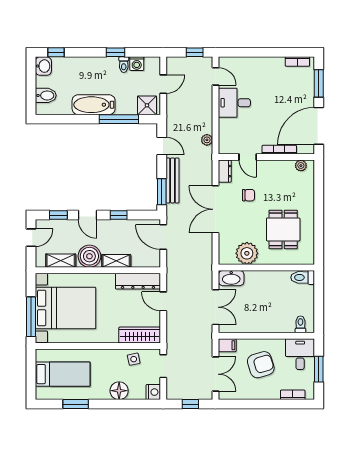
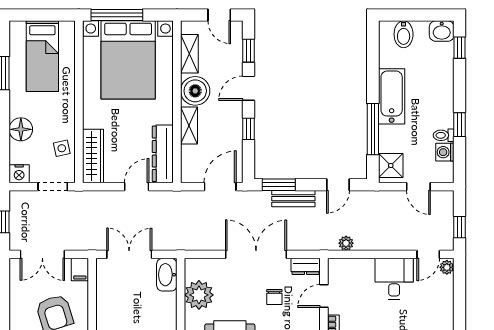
plant: (226, 62) -> (447, 267), added
bench: (172, 180) -> (293, 199), width x0.73
double door: (216, 307) -> (129, 254), swing flipped

